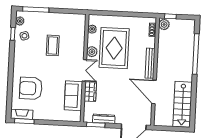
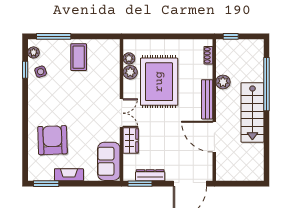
plant: (164, 24) -> (223, 82), moved
coffee table: (53, 45) -> (79, 57), moved
plant: (92, 52) -> (130, 72), moved
armchair: (31, 88) -> (52, 140), turned 88
sofa: (73, 96) -> (109, 161), moved
stairs: (182, 104) -> (252, 112), moved
fireplace: (22, 114) -> (69, 175), moved

